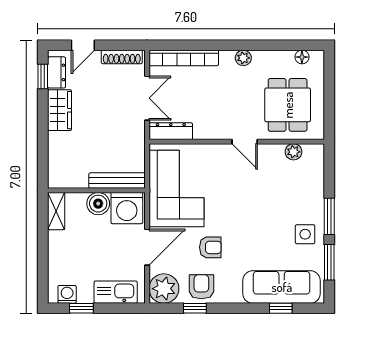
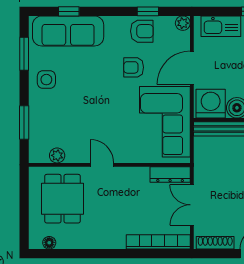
plant: (243, 58) -> (103, 242), removed
window: (329, 216) -> (24, 123), moved
armchair: (201, 287) -> (142, 31), turned -90
plant: (164, 289) -> (183, 23), width x0.53, depth x0.53

